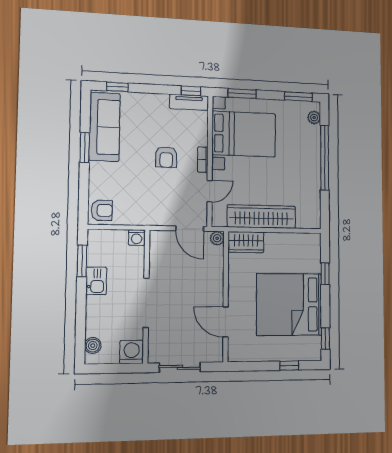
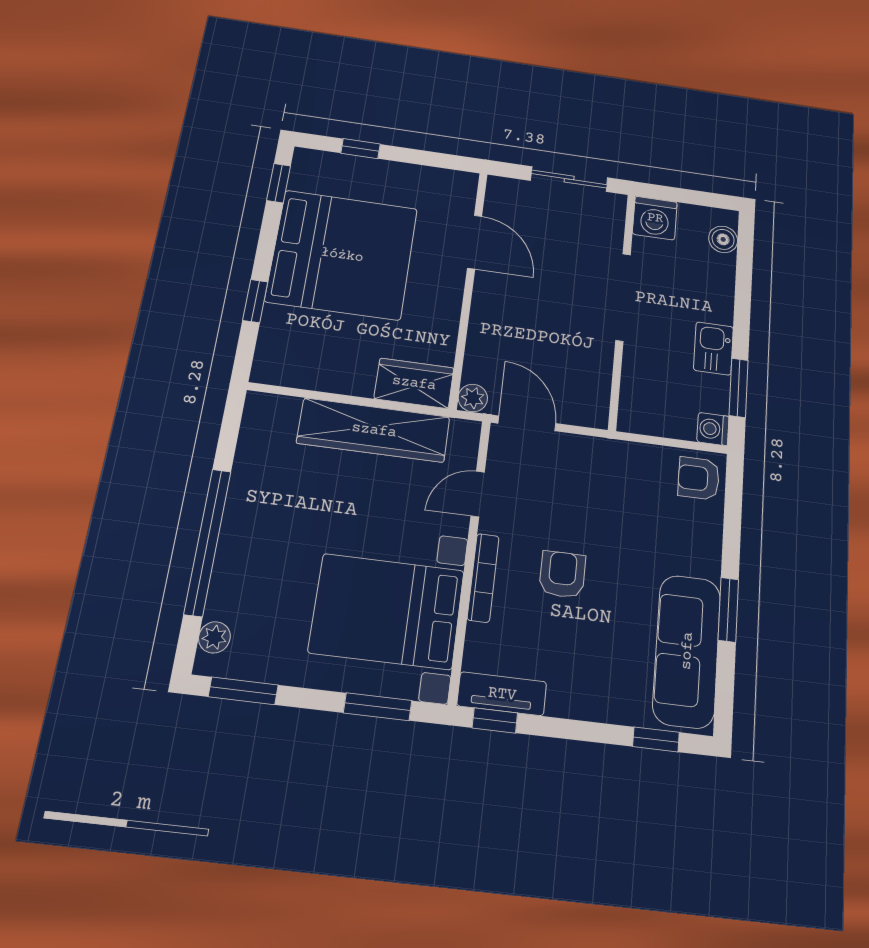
bookcase: (203, 160) -> (483, 578), width x1.56
washing machine: (137, 238) -> (713, 429), moved, turned -90

